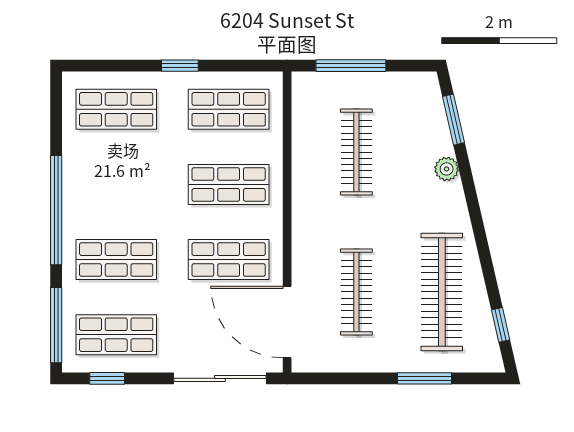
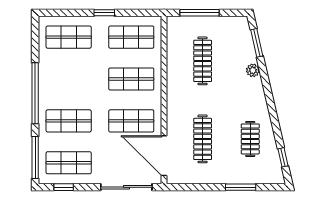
clothes rail: (442, 292) -> (250, 139), width x0.54, depth x0.76

